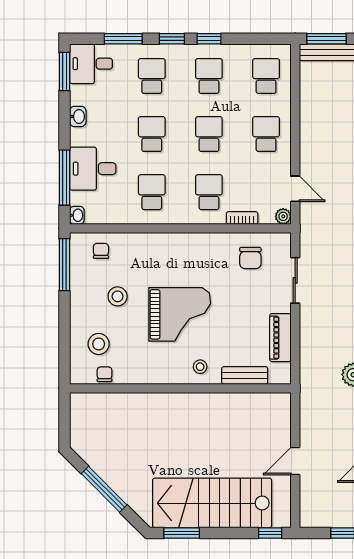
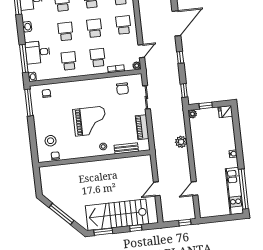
door: (295, 189) -> (141, 51), hinge flipped
stool: (118, 296) -> (57, 116), removed
window: (270, 533) -> (136, 228), moved

